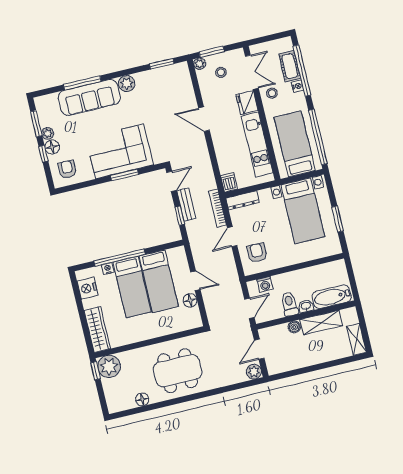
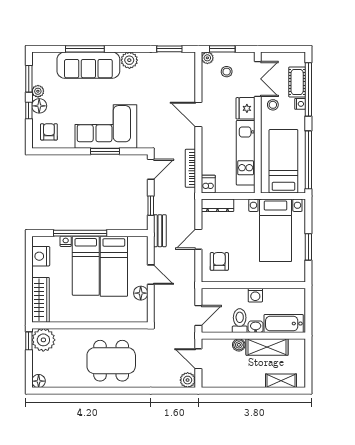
bench: (186, 205) -> (160, 231), moved
bookcase: (217, 208) -> (190, 168), moved
washing machine: (265, 284) -> (255, 295), moved
shelving: (357, 339) -> (281, 381), moved, turned 90
door: (259, 349) -> (198, 359), hinge flipped
floor lamp: (142, 399) -> (39, 381), moved

